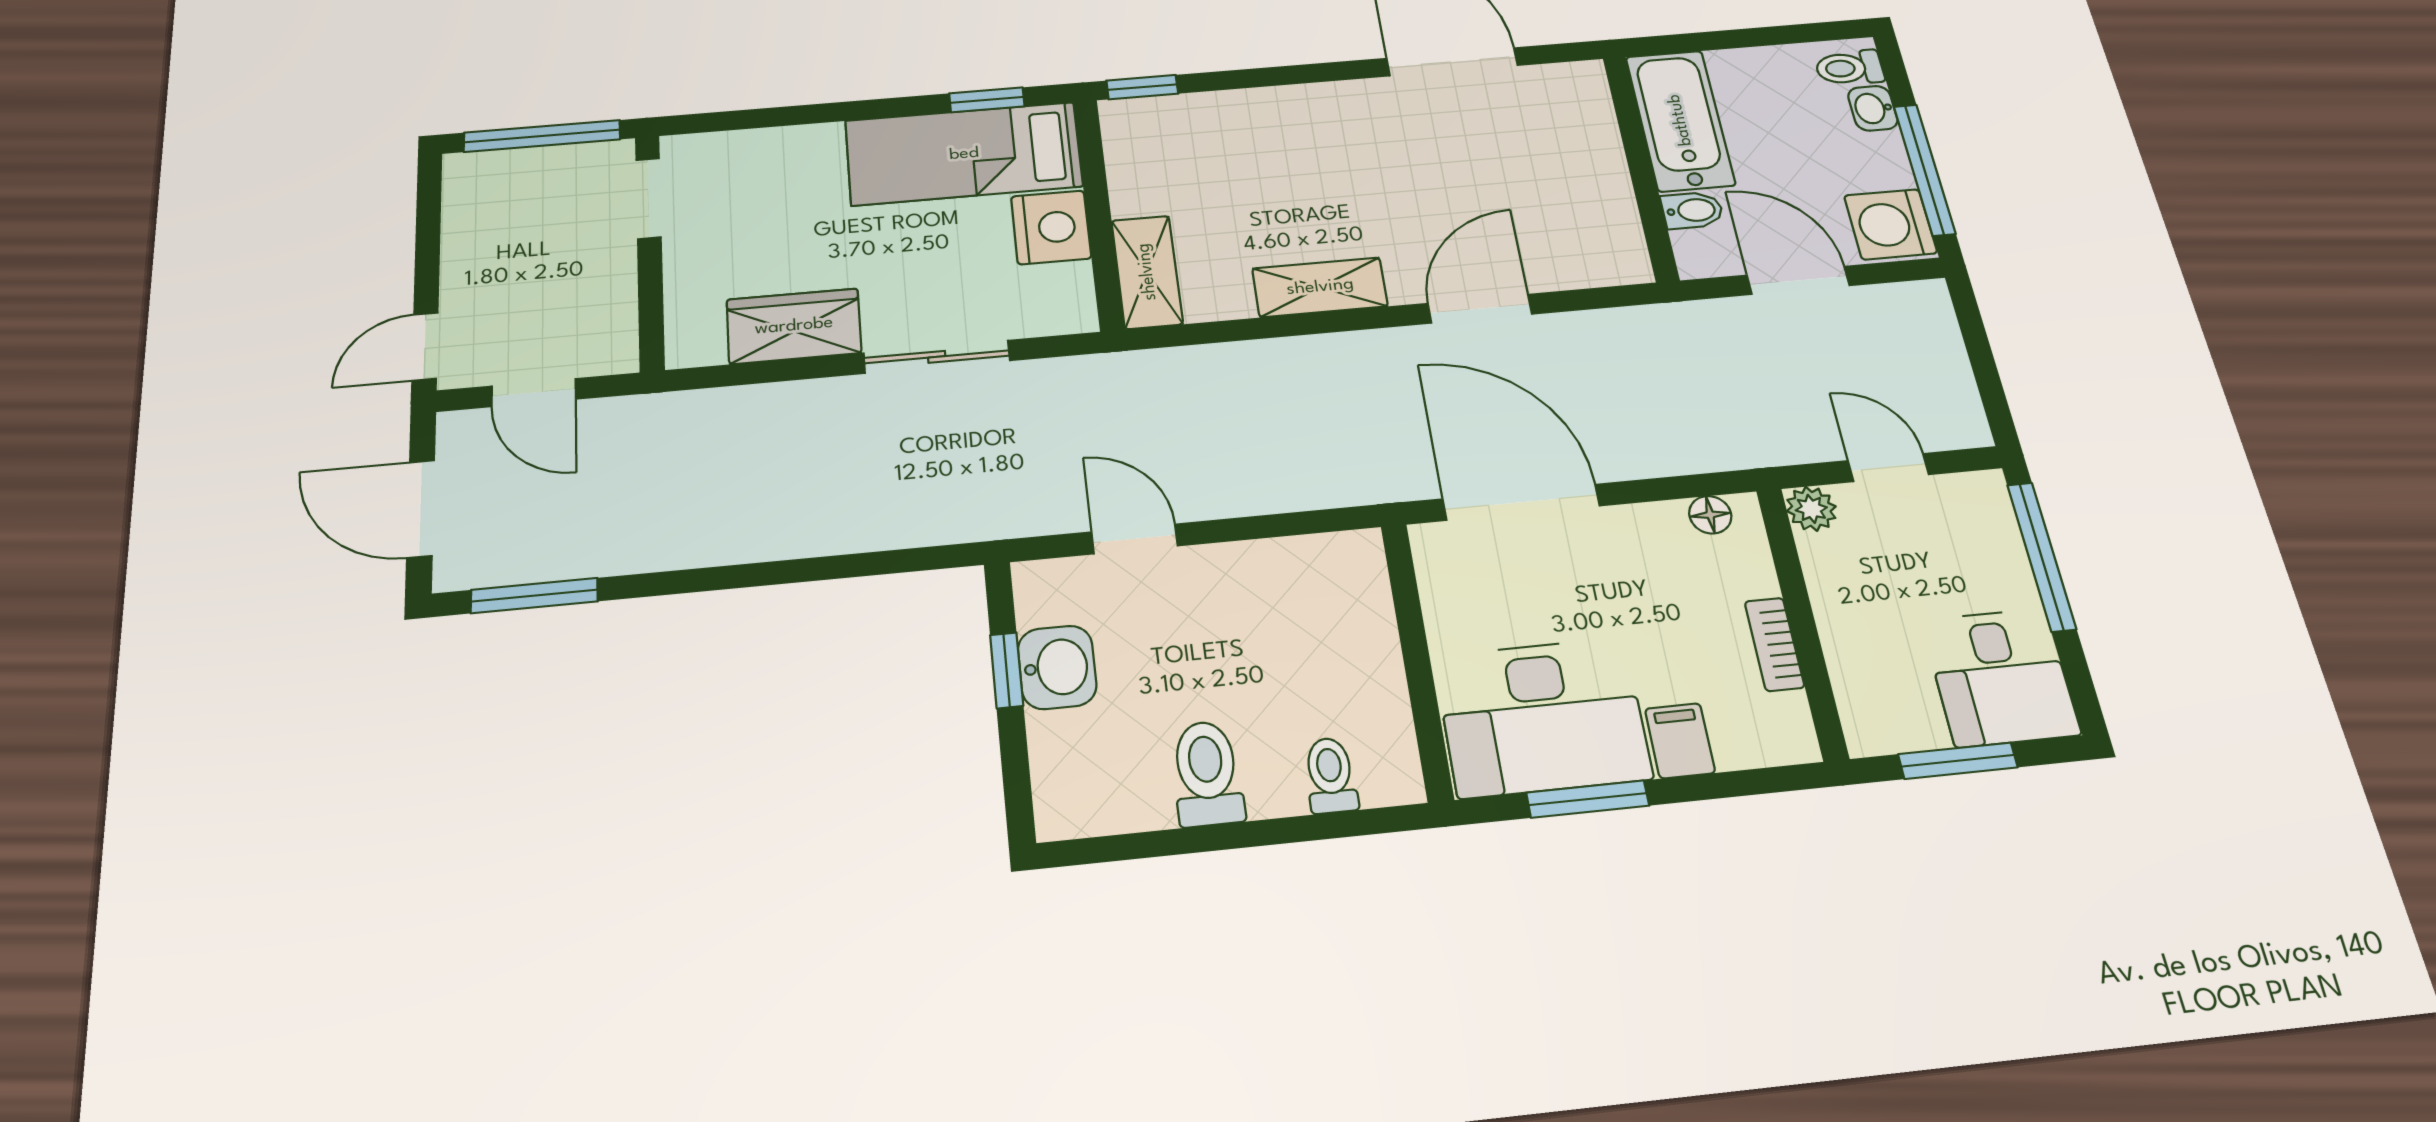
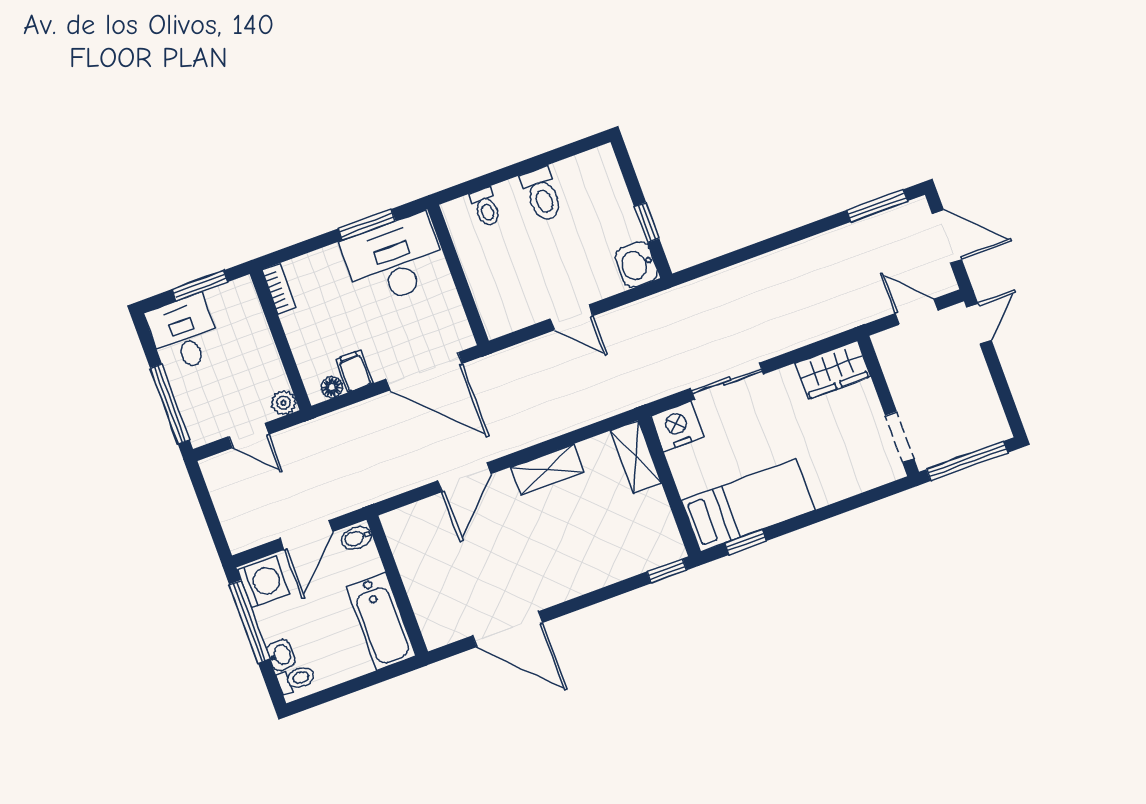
bidet: (1692, 210) -> (356, 538), moved
nightstand: (1051, 227) -> (677, 427), moved, turned 90
door: (1798, 280) -> (307, 535), hinge flipped
wardrobe: (794, 326) -> (833, 370), moved
door: (1135, 539) -> (572, 317), moved
bookcase: (1774, 644) -> (279, 289), moved
washbasin: (1057, 667) -> (637, 265), moved
filing cabinet: (1680, 741) -> (354, 371), moved, turned 180

